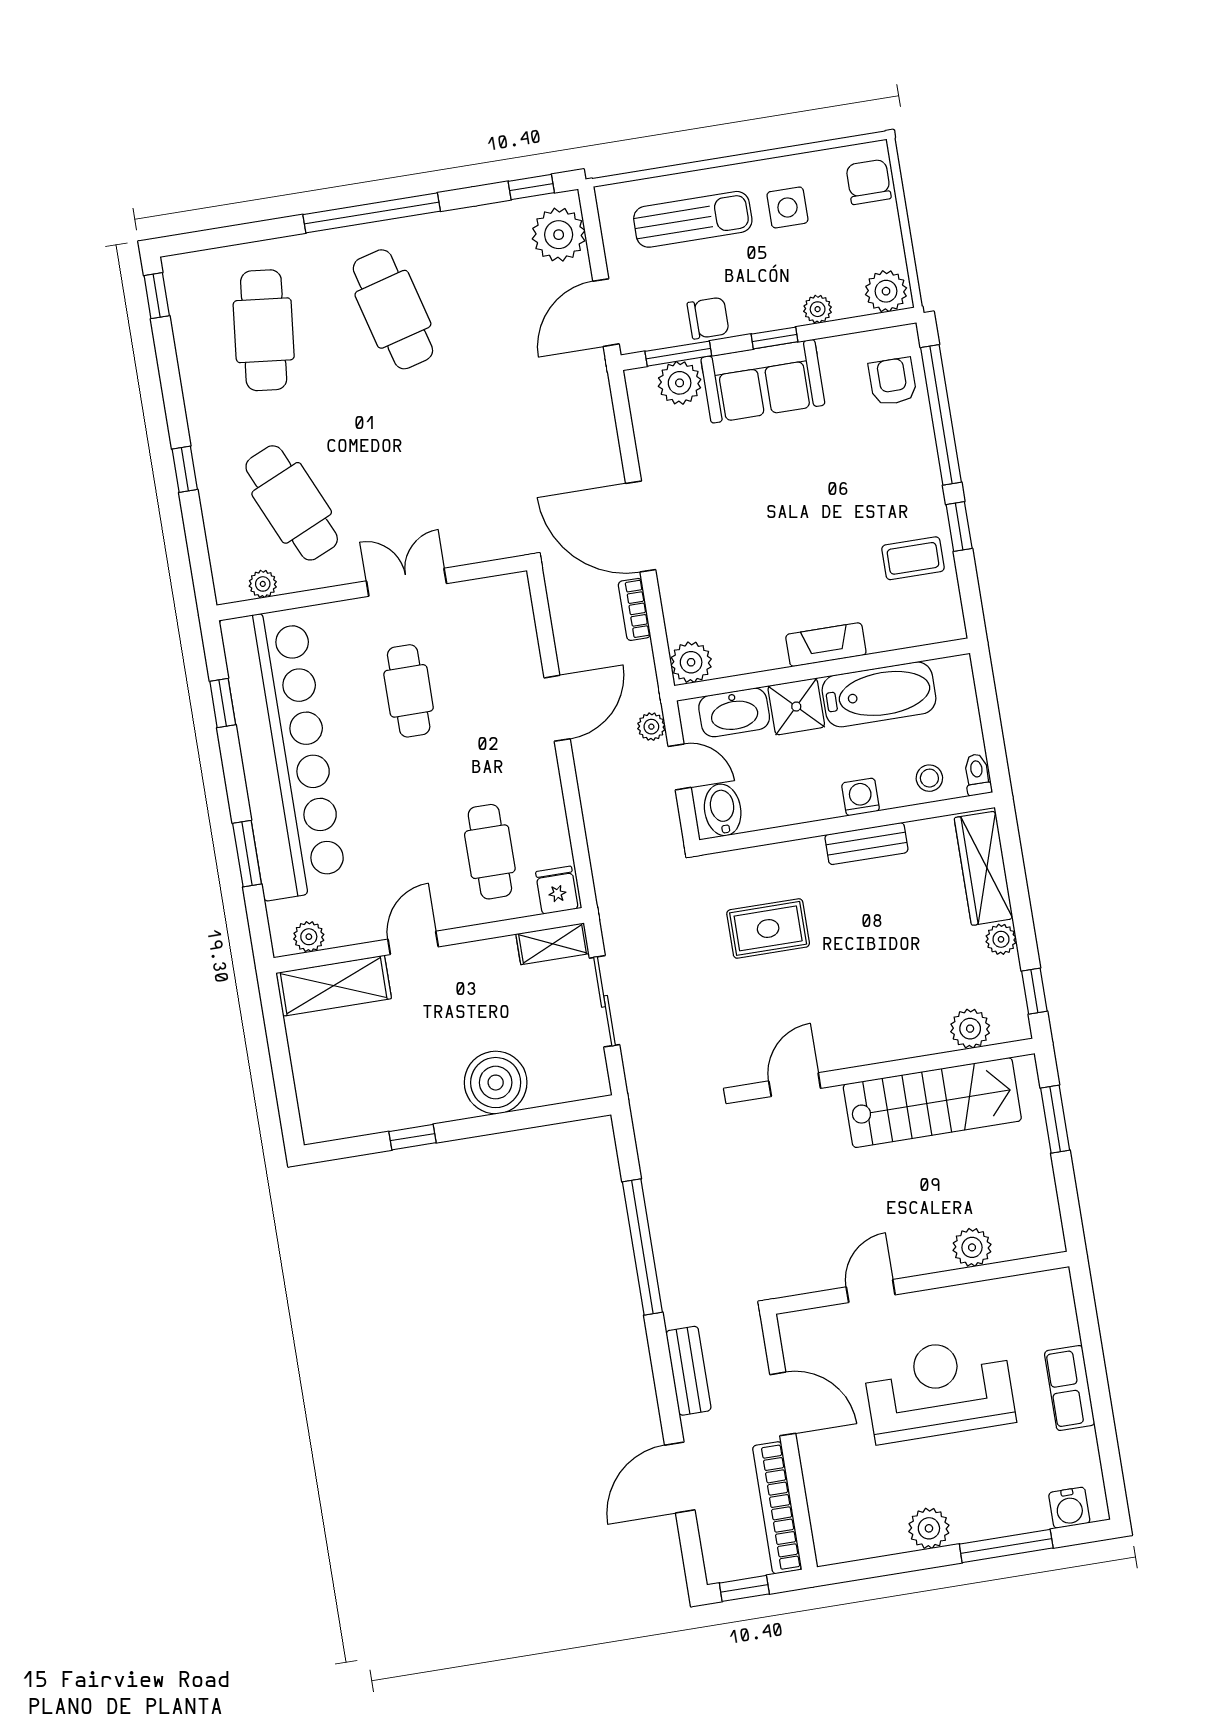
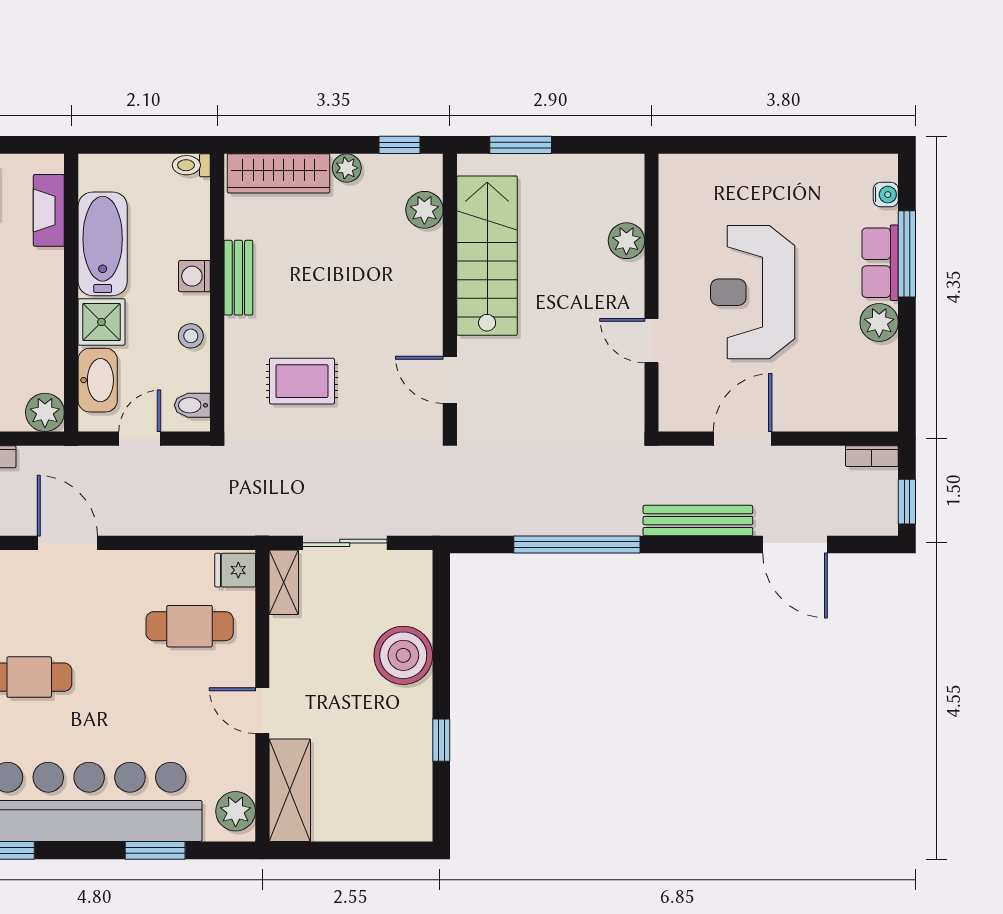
fireplace: (826, 645) -> (49, 210), moved
plant: (651, 727) -> (98, 459), removed
stool: (929, 778) -> (191, 336), moved
bidet: (723, 810) -> (192, 405), width x0.72, depth x0.74
rug: (768, 928) -> (302, 381), turned 90
plant: (309, 937) -> (236, 811), width x1.38, depth x1.38
bench: (688, 1371) -> (698, 521), width x1.36
row of seats: (1070, 1388) -> (880, 263), moved, turned 90
bookcase: (777, 1508) -> (872, 456), width x0.43, depth x0.76
water cooler: (1069, 1508) -> (886, 195), width x0.72, depth x0.72

